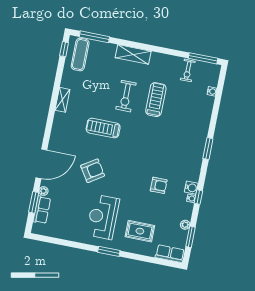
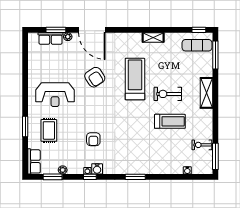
treadmill: (103, 128) -> (135, 79), width x1.37, depth x1.38
reception desk: (103, 217) -> (55, 95), turned 180
window: (109, 251) -> (25, 127), moved

